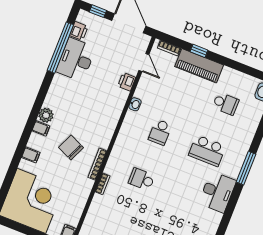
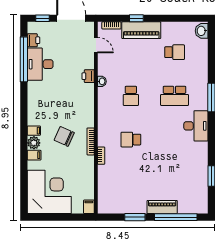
printer: (127, 82) -> (88, 76), moved
plant: (46, 115) -> (34, 143), moved

